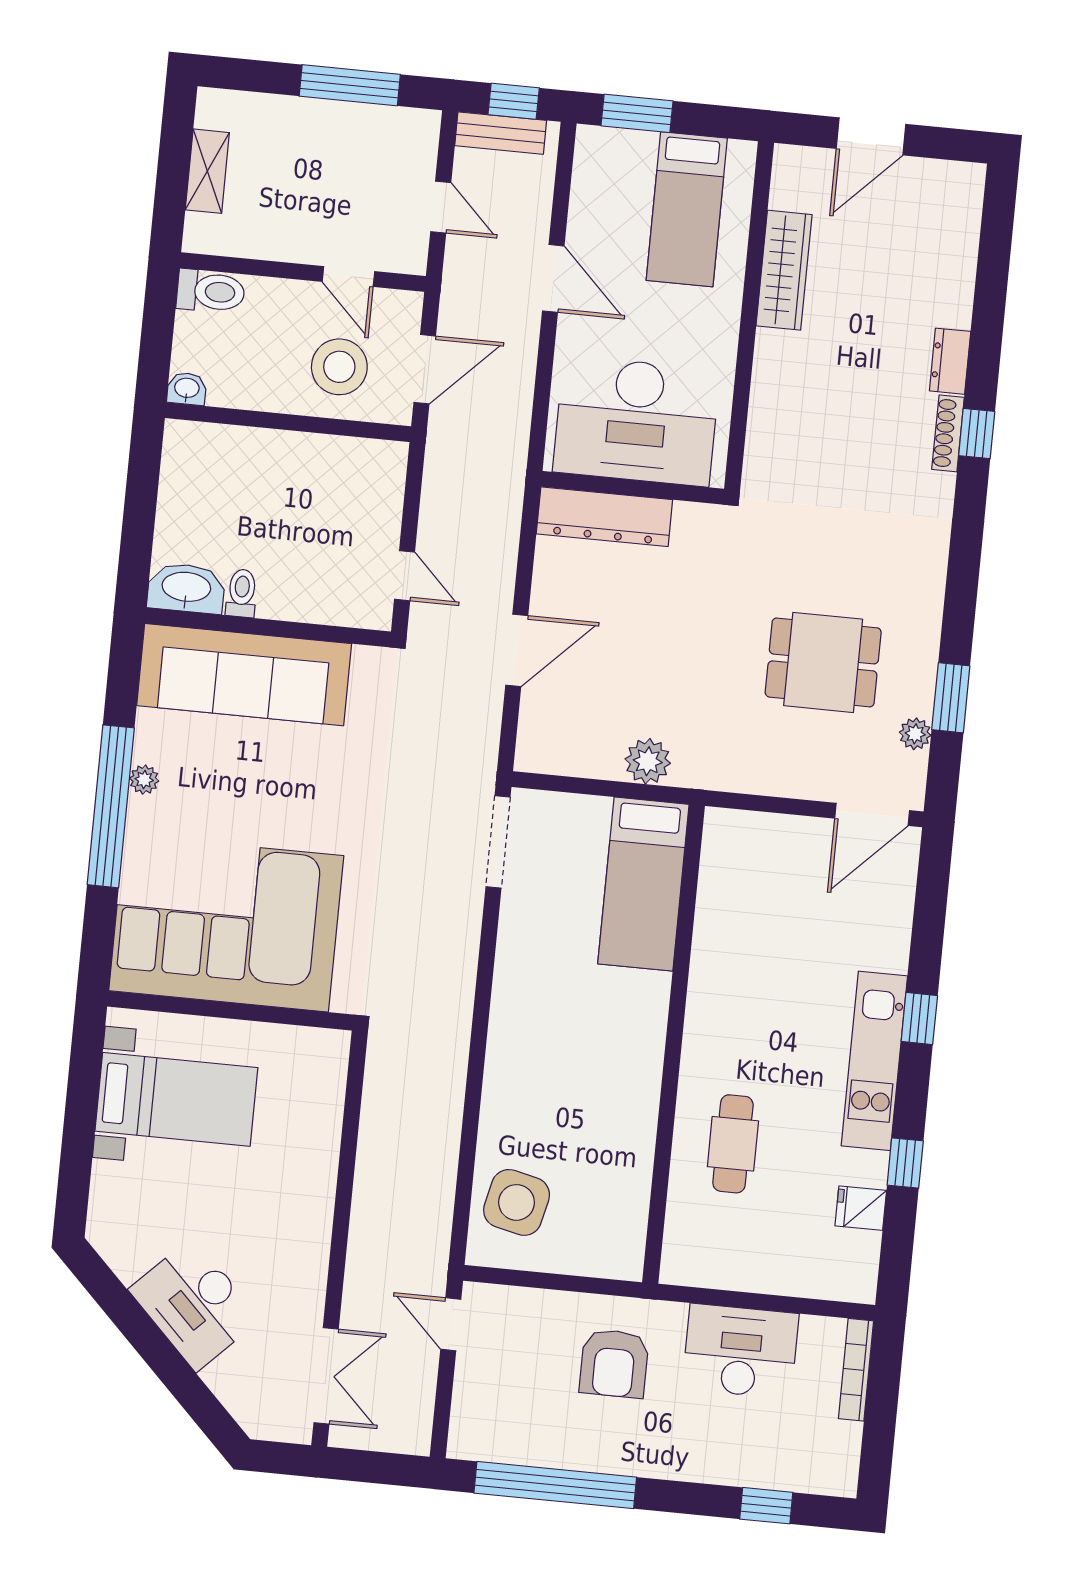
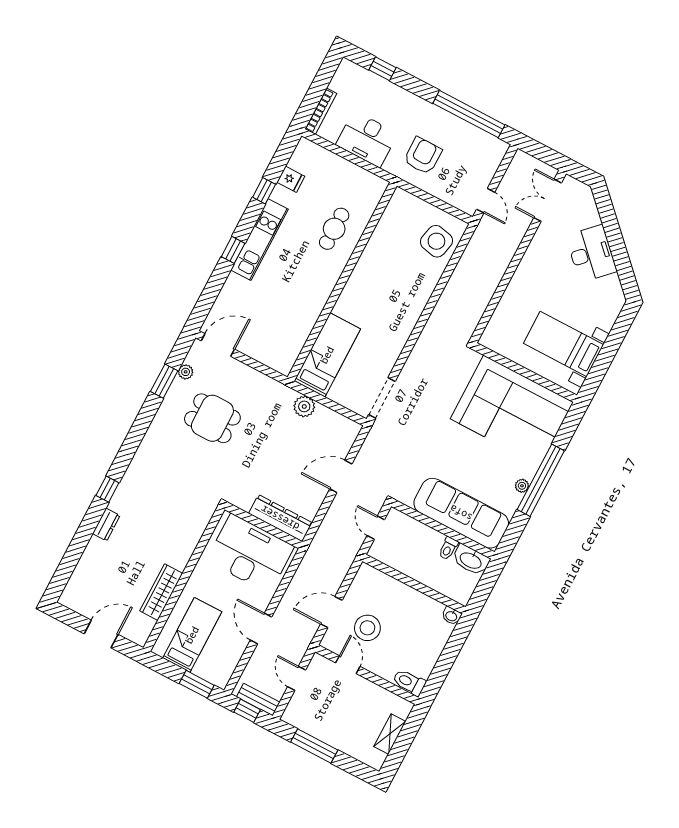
washbasin: (187, 389) -> (451, 616), moved
wall: (288, 422) -> (414, 584), moved
shoe rack: (948, 433) -> (120, 494), removed

